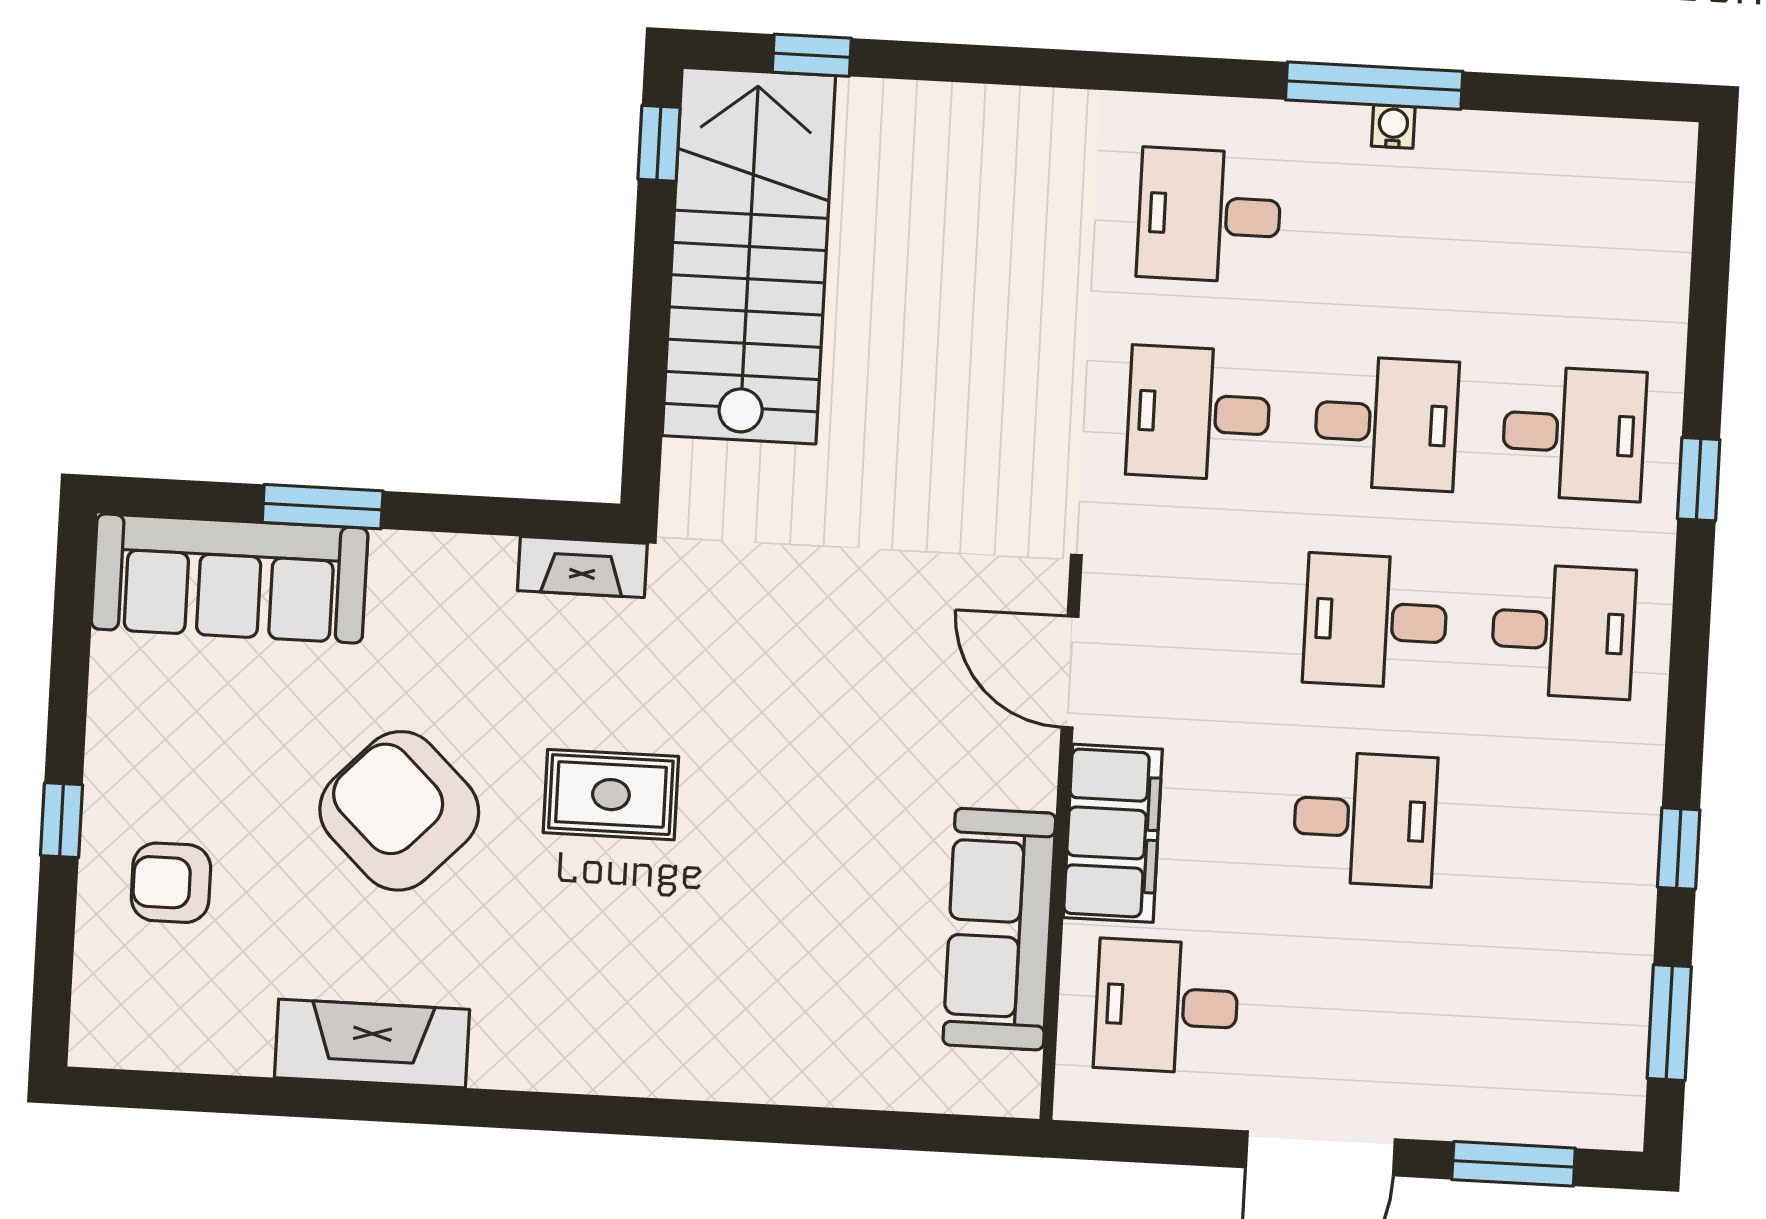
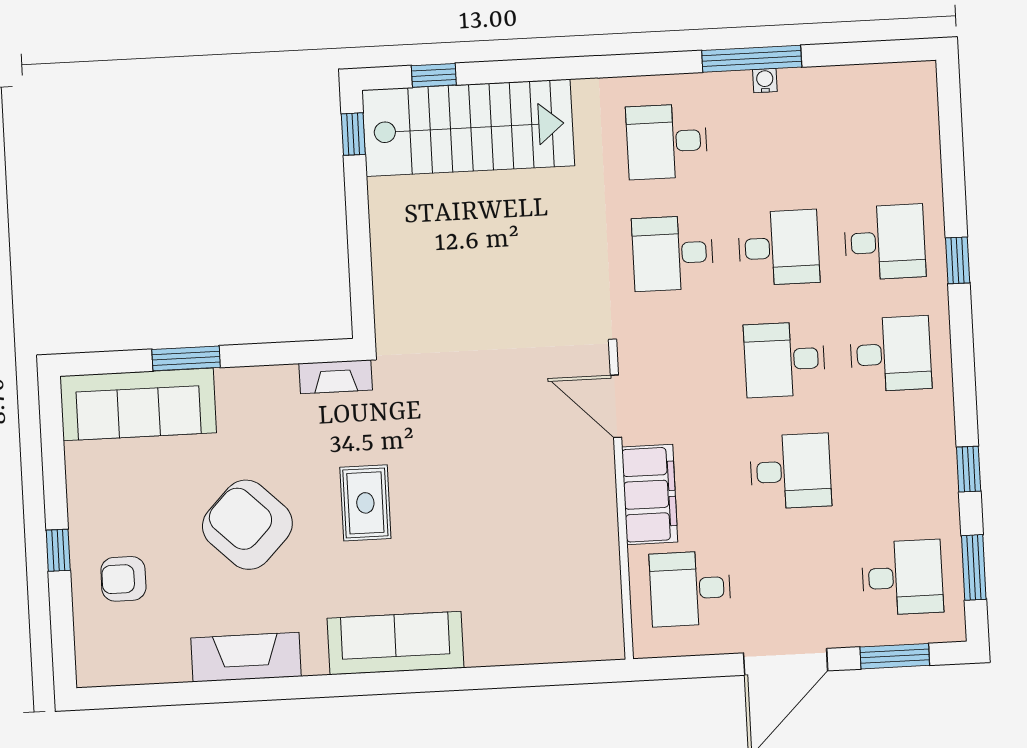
stairs: (749, 256) -> (468, 128), moved, turned 90
rug: (611, 795) -> (365, 503), turned 90
sofa: (999, 929) -> (396, 643), moved, turned 90
desk: (1542, 1027) -> (902, 577), added

